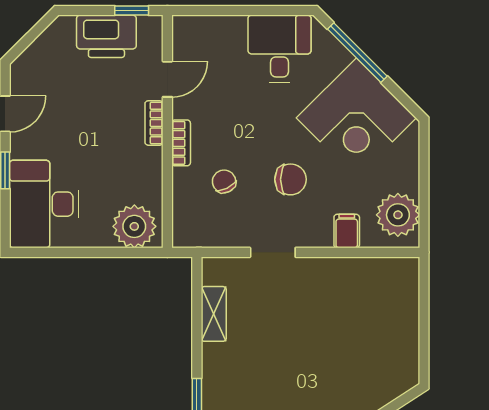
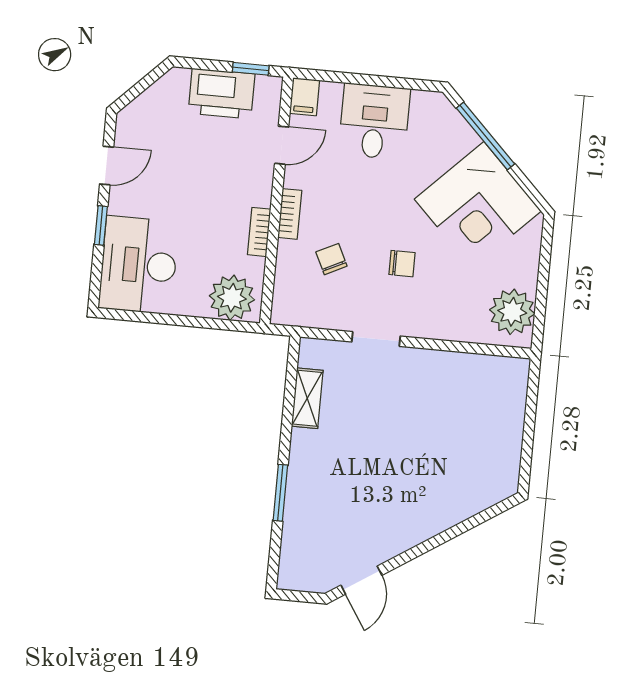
desk: (280, 49) -> (374, 121), moved
bookcase: (154, 123) -> (259, 232), moved
chair: (290, 179) -> (402, 264), width x0.73, depth x0.73
filing cabinet: (347, 231) -> (305, 97), moved, turned 180

